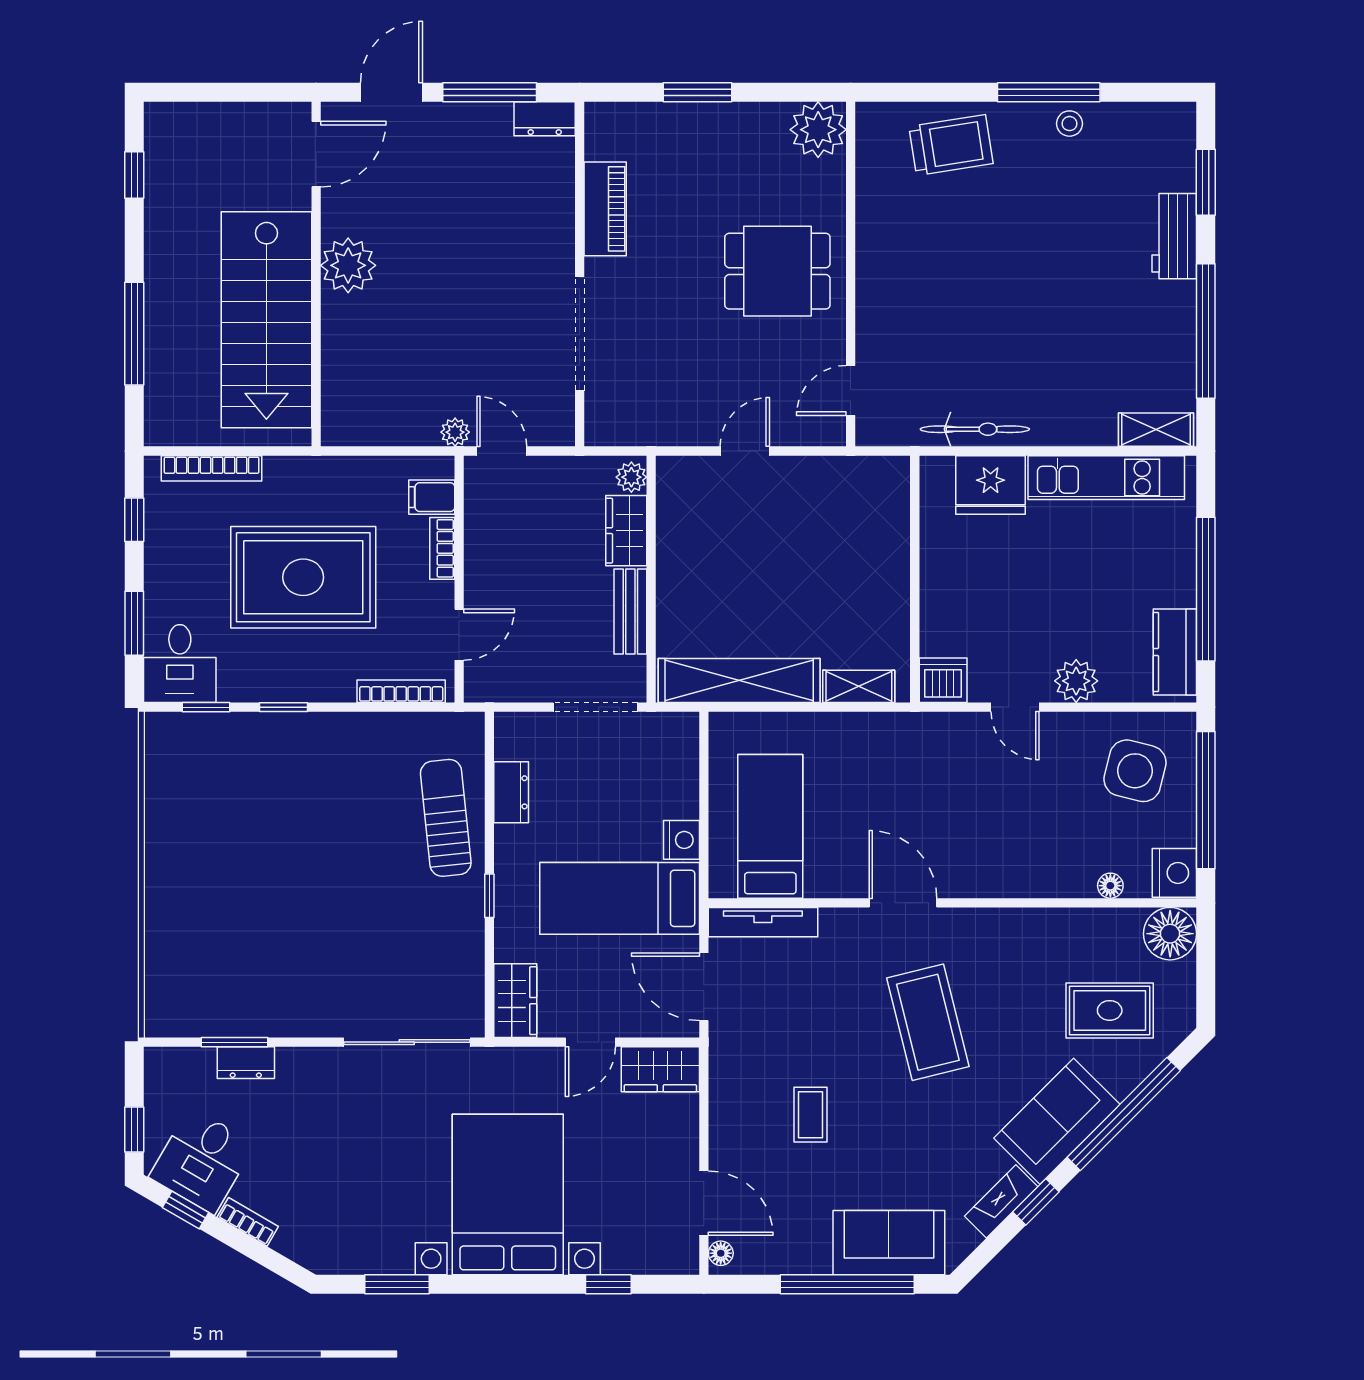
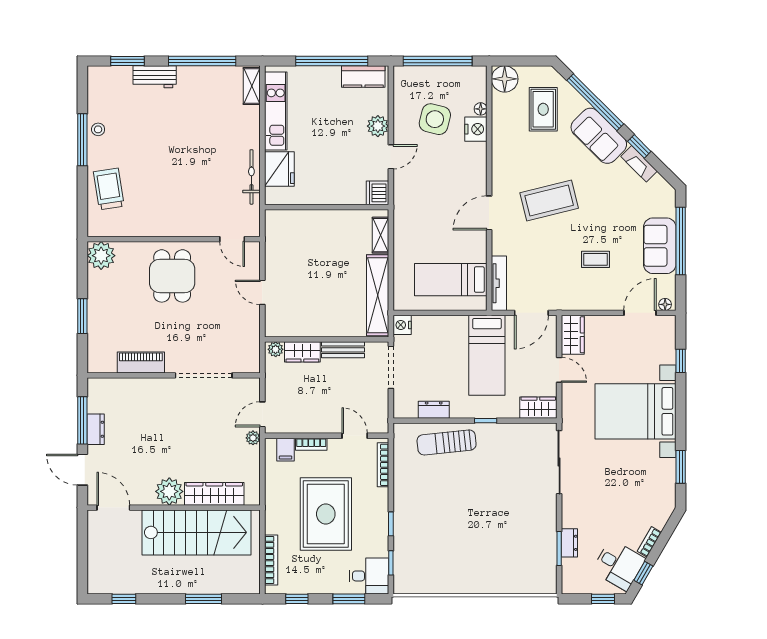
dresser: (545, 119) -> (96, 429), moved
window: (134, 334) -> (203, 599), width x0.69
wardrobe: (343, 355) -> (214, 494), added
side table: (1135, 771) -> (435, 119), moved
nightstand: (681, 840) -> (402, 325), moved, turned -90
nightstand: (1174, 873) -> (476, 129), moved, turned 90
sofa: (889, 1243) -> (660, 246), moved

